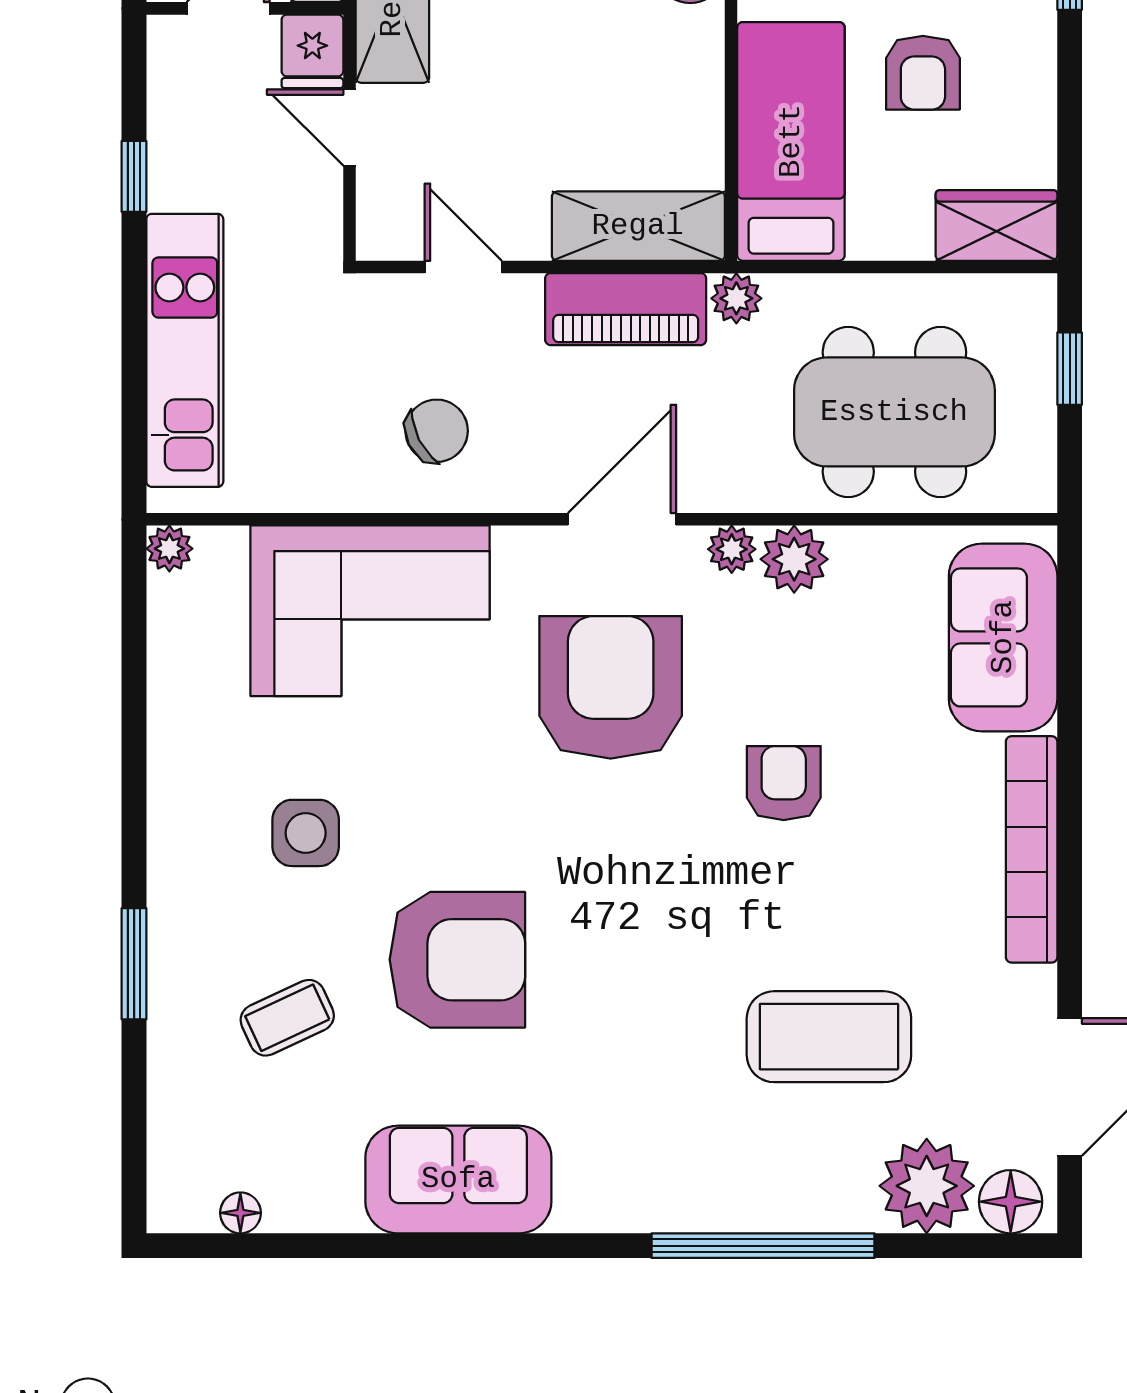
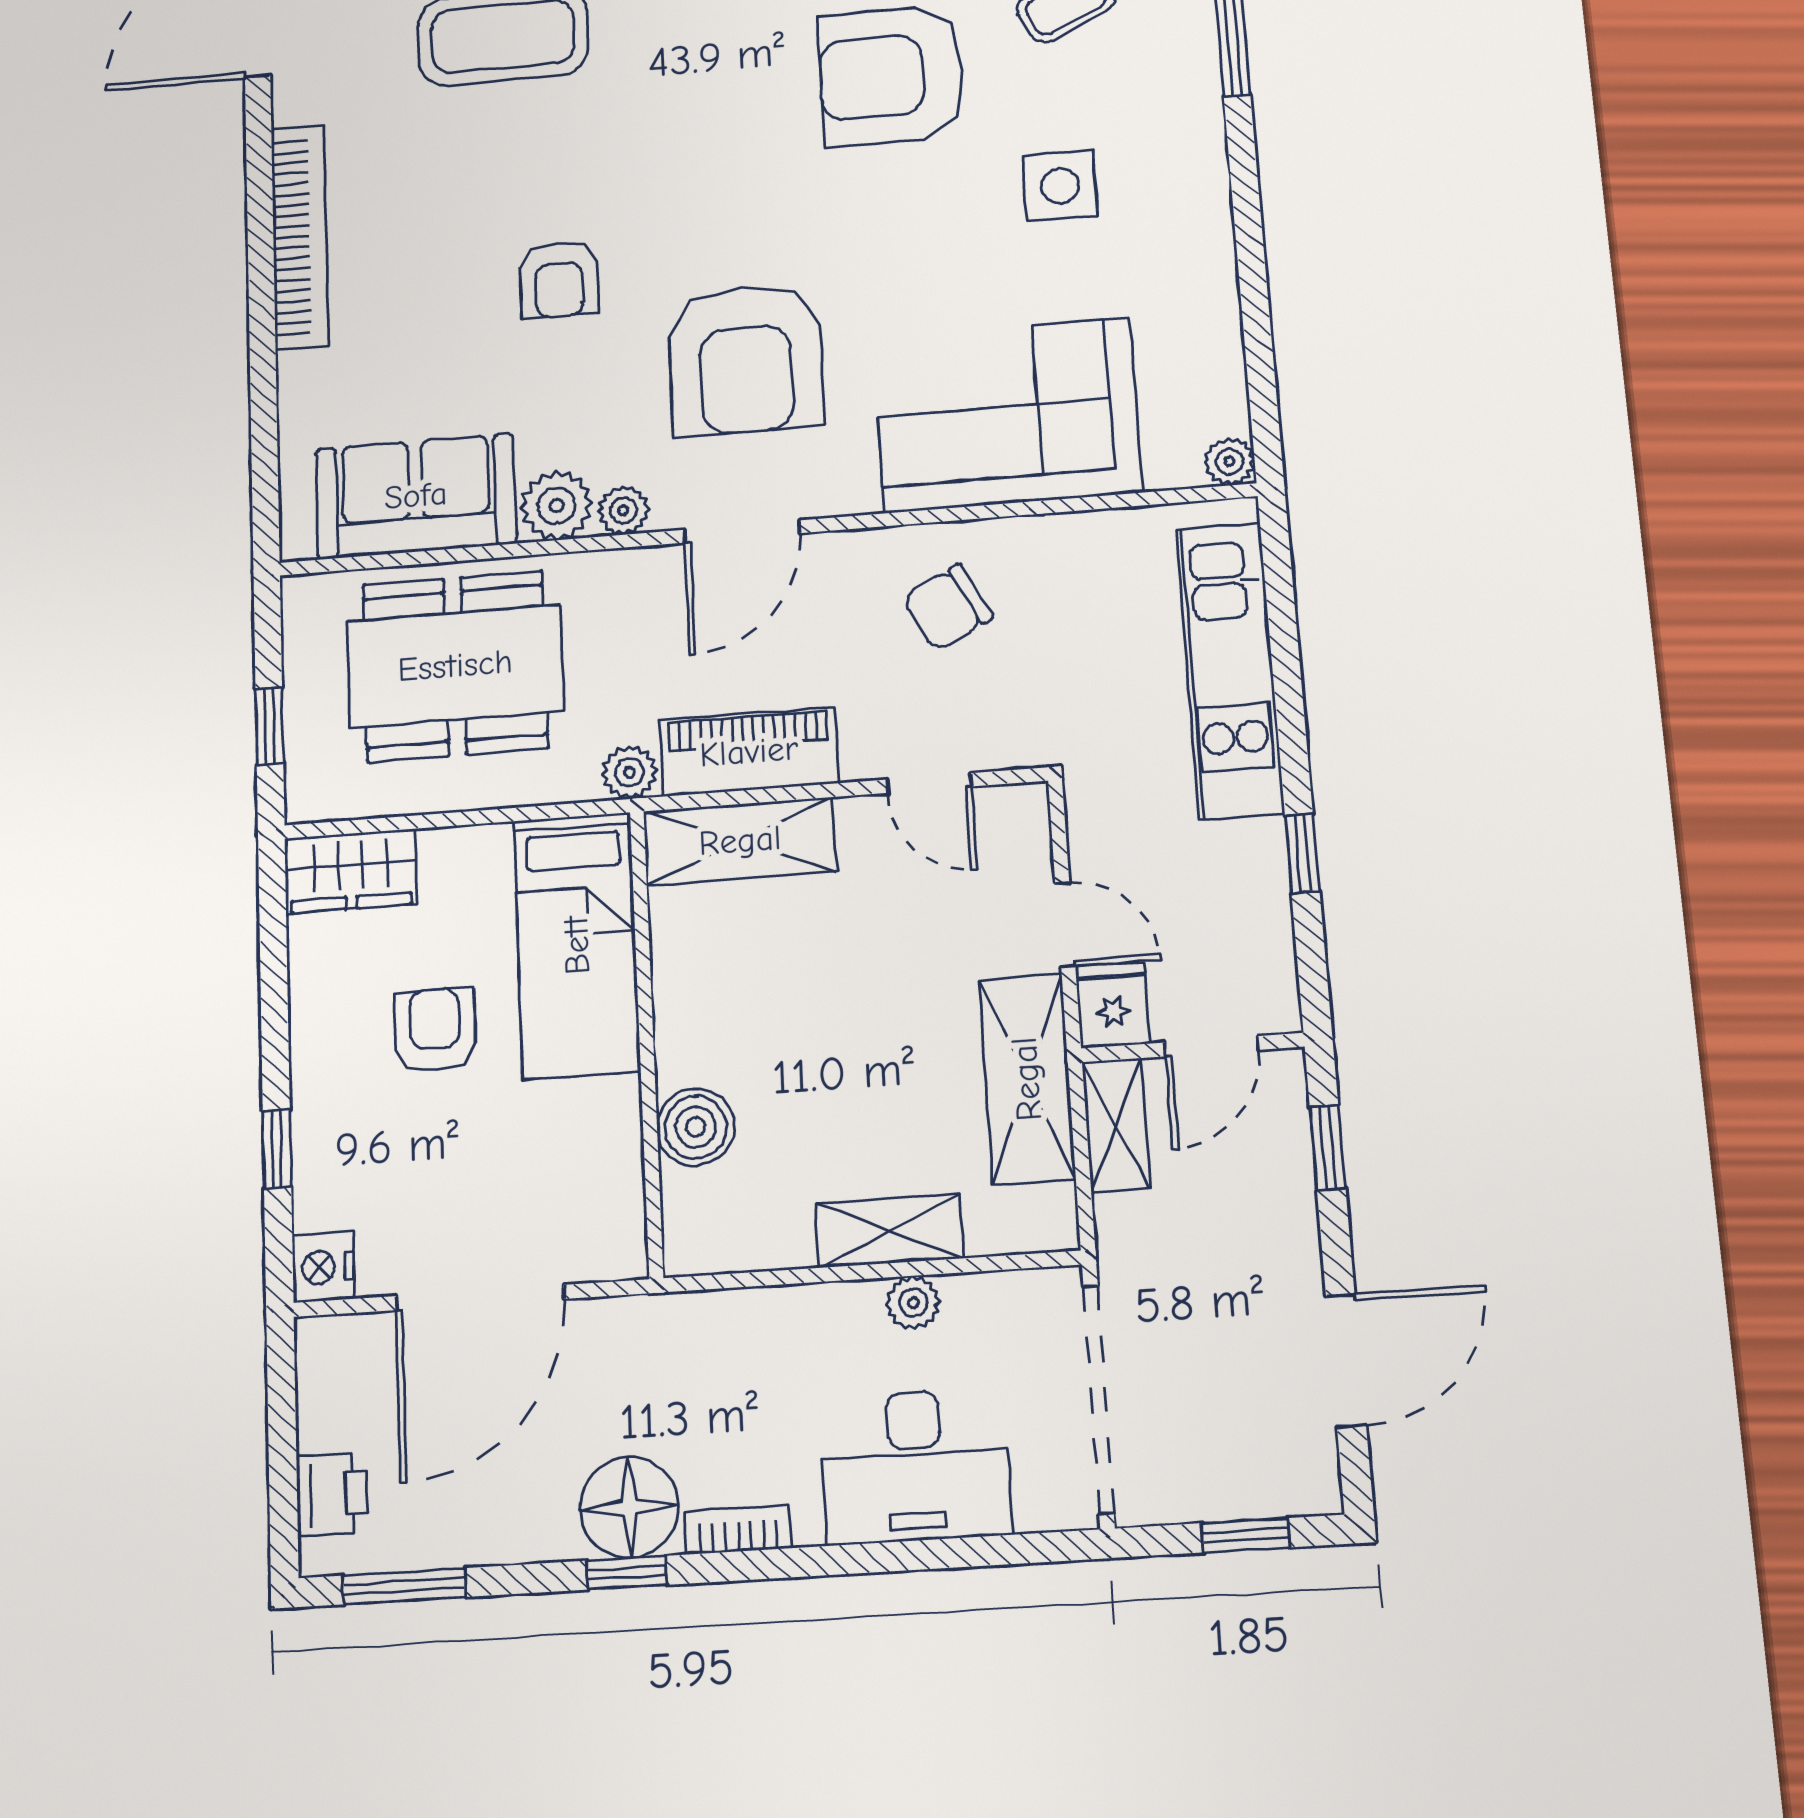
sofa: (1003, 637) -> (416, 496), moved, turned -90

